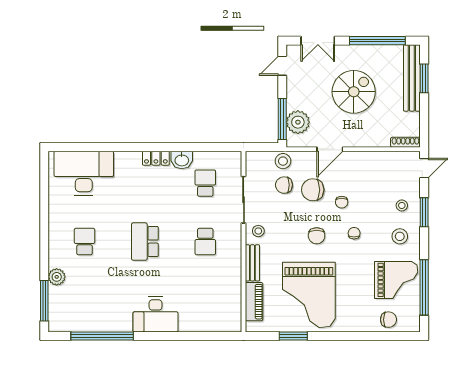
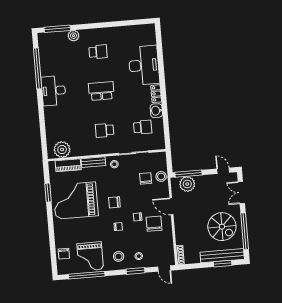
spiral stairs: (354, 92) -> (222, 227), moved
desk: (84, 173) -> (144, 65), moved
chair: (313, 190) -> (154, 224), moved
plant: (229, 309) -> (62, 150), added
desk: (155, 314) -> (54, 91), moved

